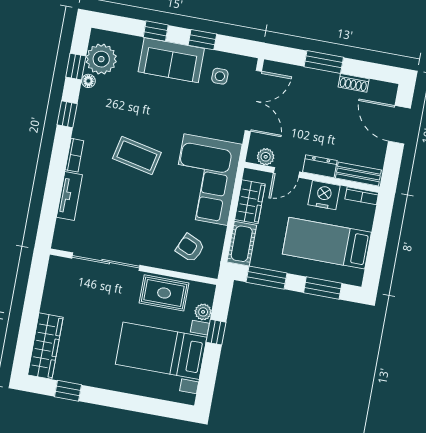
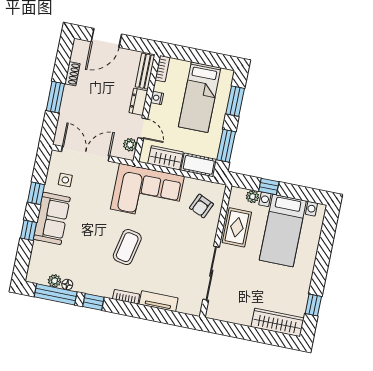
plant: (101, 59) -> (54, 281), width x0.53, depth x0.53
window: (76, 67) -> (56, 294), width x2.17
nightstand: (324, 195) -> (157, 98), width x0.53, depth x0.56

